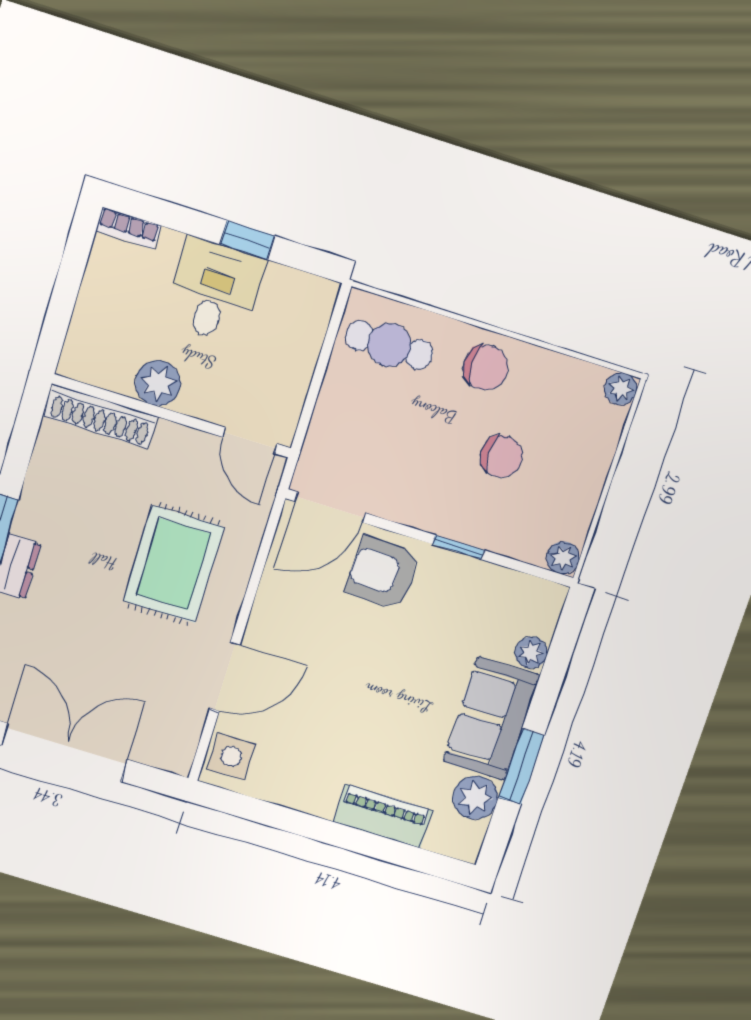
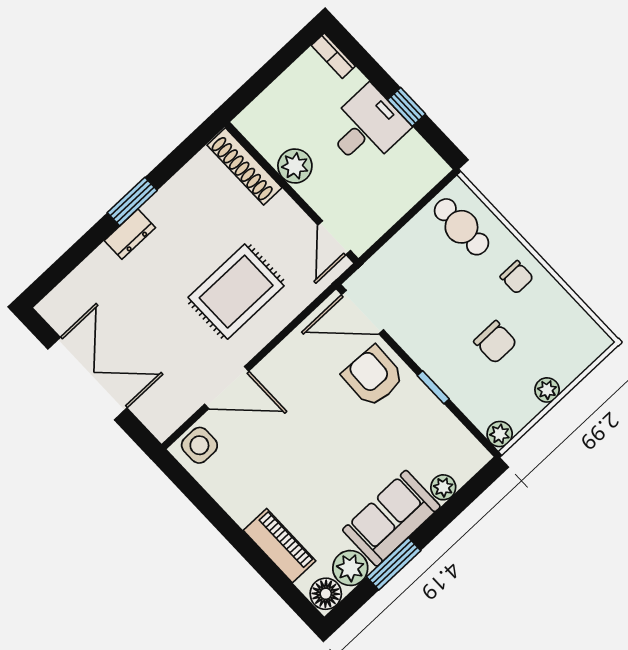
chair: (486, 368) -> (517, 277), width x0.73, depth x0.73
plant: (621, 389) -> (547, 390), moved
floor lamp: (464, 840) -> (326, 594), added

